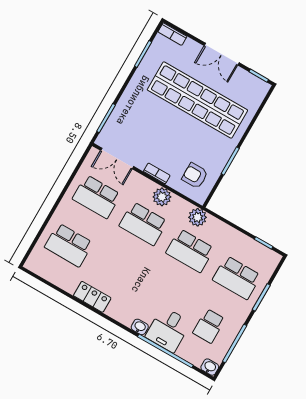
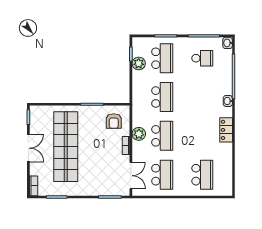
plant: (198, 217) -> (139, 63), moved
locker: (92, 297) -> (226, 130), moved
desk: (168, 330) -> (219, 82), removed

